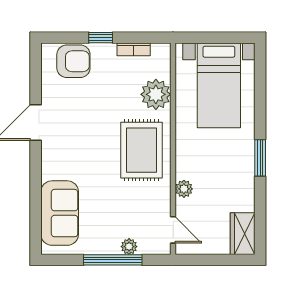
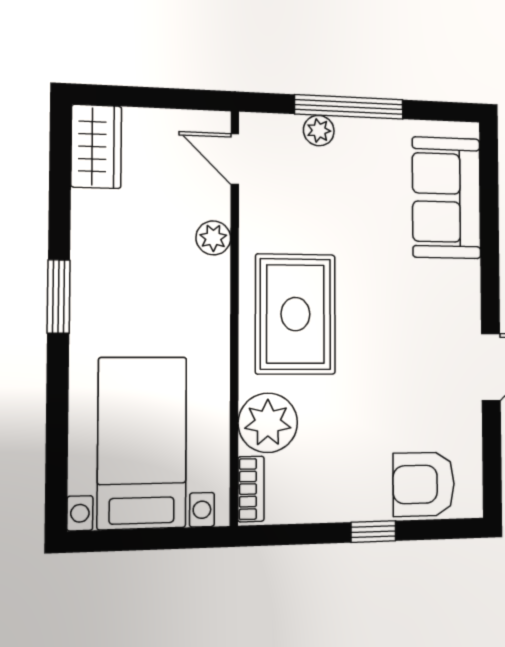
bookcase: (134, 49) -> (251, 489), moved, turned 90

